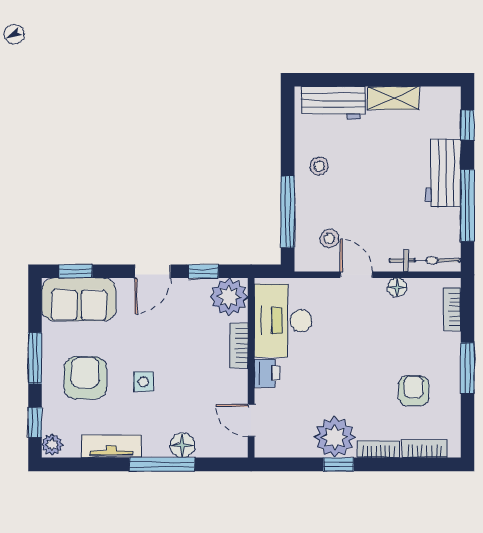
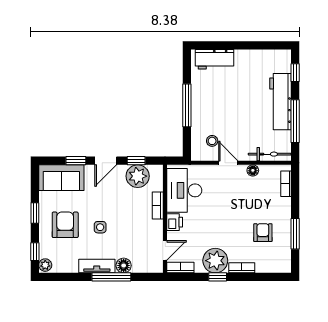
shelving: (393, 98) -> (250, 56), removed
stool: (319, 166) -> (206, 97), removed
workbench: (443, 173) -> (281, 102), width x1.38
window: (288, 212) -> (187, 105), moved
window: (76, 271) -> (76, 161), moved
plant: (229, 297) -> (138, 176), moved
window: (35, 358) -> (35, 213), width x0.67
window: (467, 368) -> (295, 234), moved
door: (251, 420) -> (165, 250), swing flipped
tv unit: (111, 446) -> (97, 266), moved
bookcase: (425, 449) -> (180, 268), moved

